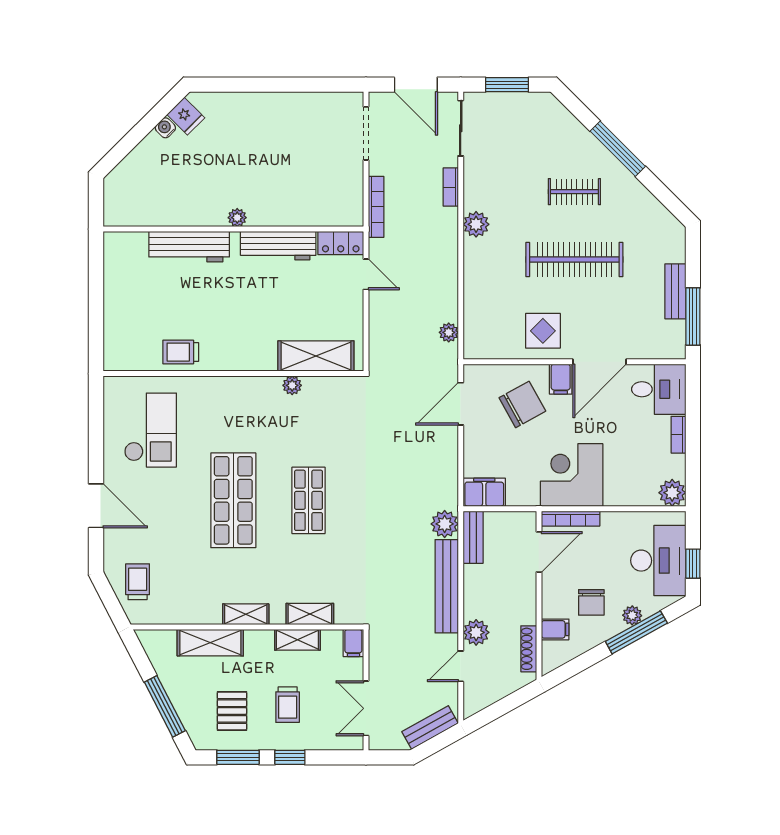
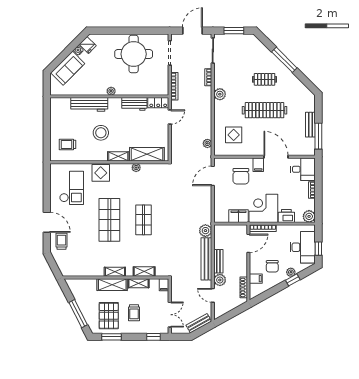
door: (416, 85) -> (192, 31), swing flipped
round table: (287, 136) -> (134, 54), added
sofa: (142, 167) -> (68, 68), added
workbench: (278, 246) -> (134, 104), width x0.73
door: (366, 274) -> (170, 117), hinge flipped
stool: (215, 309) -> (101, 133), added
display table: (543, 331) -> (234, 135), moved
trolley: (181, 352) -> (68, 144), moved
shelving: (253, 361) -> (118, 156), added
door: (599, 362) -> (276, 157), swing flipped
display table: (214, 397) -> (101, 173), added
chair: (522, 404) -> (241, 176), turned 119
filing cabinet: (484, 492) -> (239, 216), moved
printer: (622, 492) -> (286, 216), added
bench: (473, 537) -> (218, 261), moved
trolley: (138, 582) -> (61, 241), moved
window: (636, 632) -> (293, 280), width x0.46
shelving: (210, 643) -> (112, 285), moved
door: (461, 666) -> (213, 295), hinge flipped
double door: (366, 708) -> (170, 315), swing flipped
pallet: (232, 711) -> (109, 316), width x1.50, depth x1.42
window: (290, 757) -> (153, 337), moved

